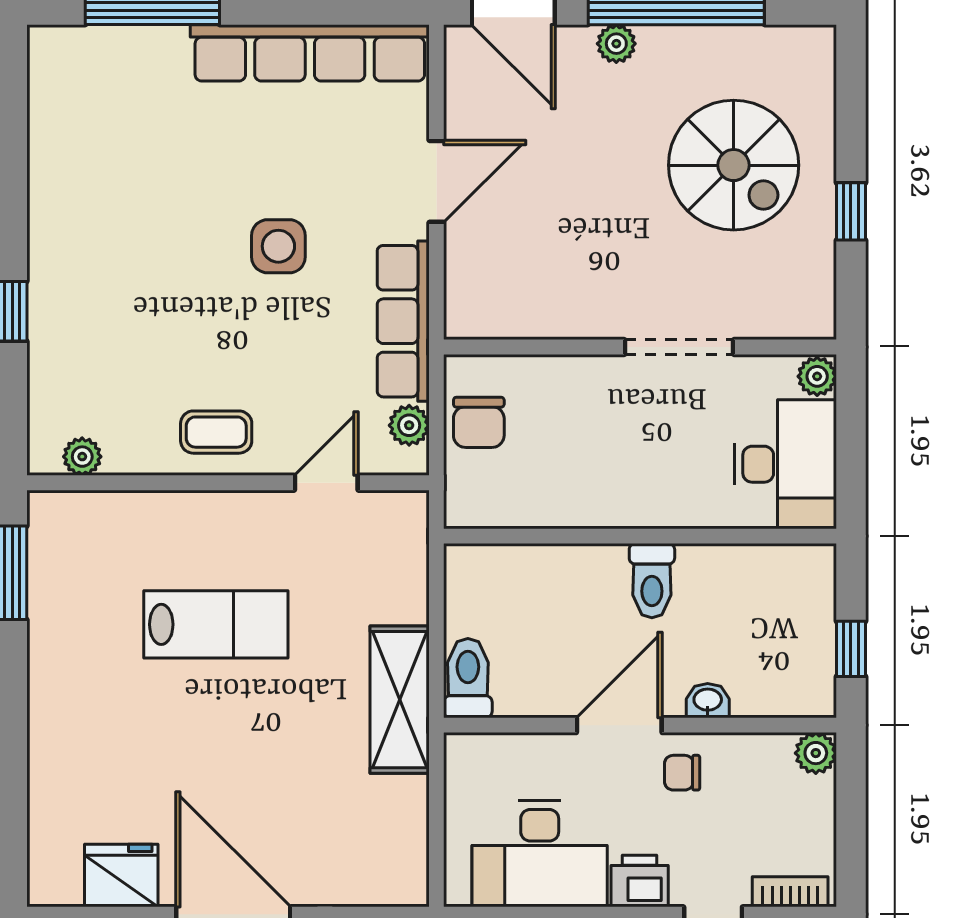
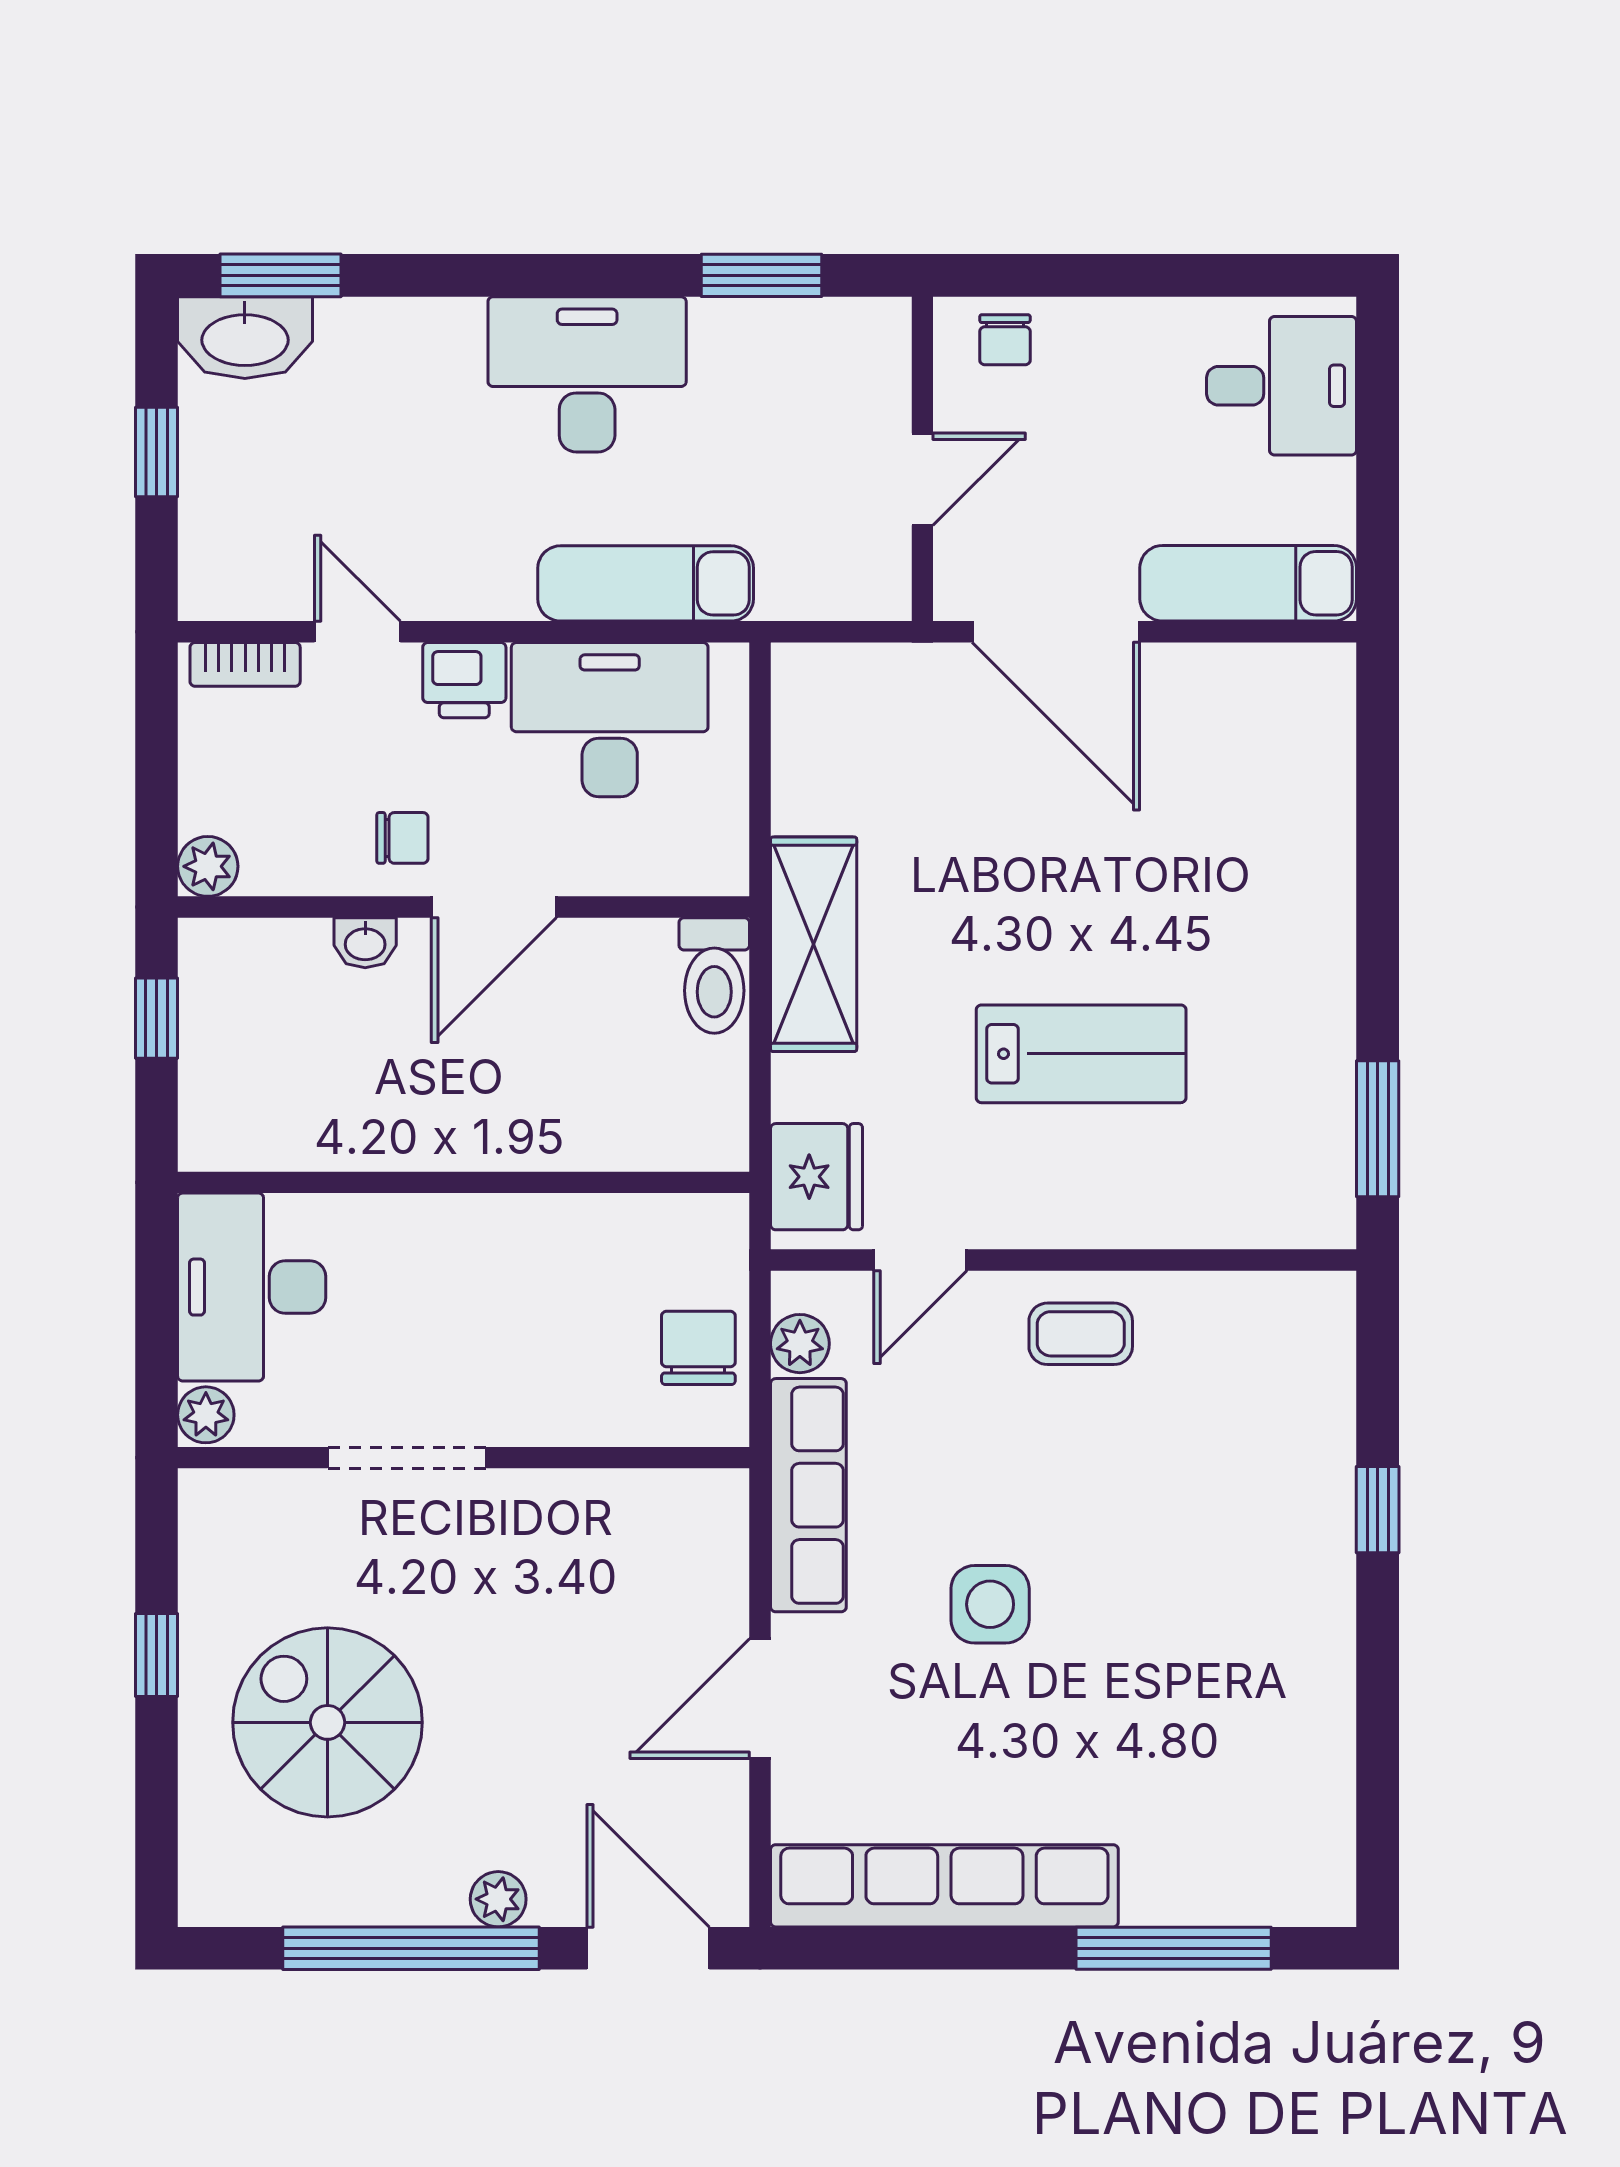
plant: (82, 457) -> (1276, 1298), removed
toilet: (652, 581) -> (446, 1118), removed
lab bench: (216, 624) -> (1081, 1054), turned 180
fridge: (121, 875) -> (816, 1177), moved, turned -90

